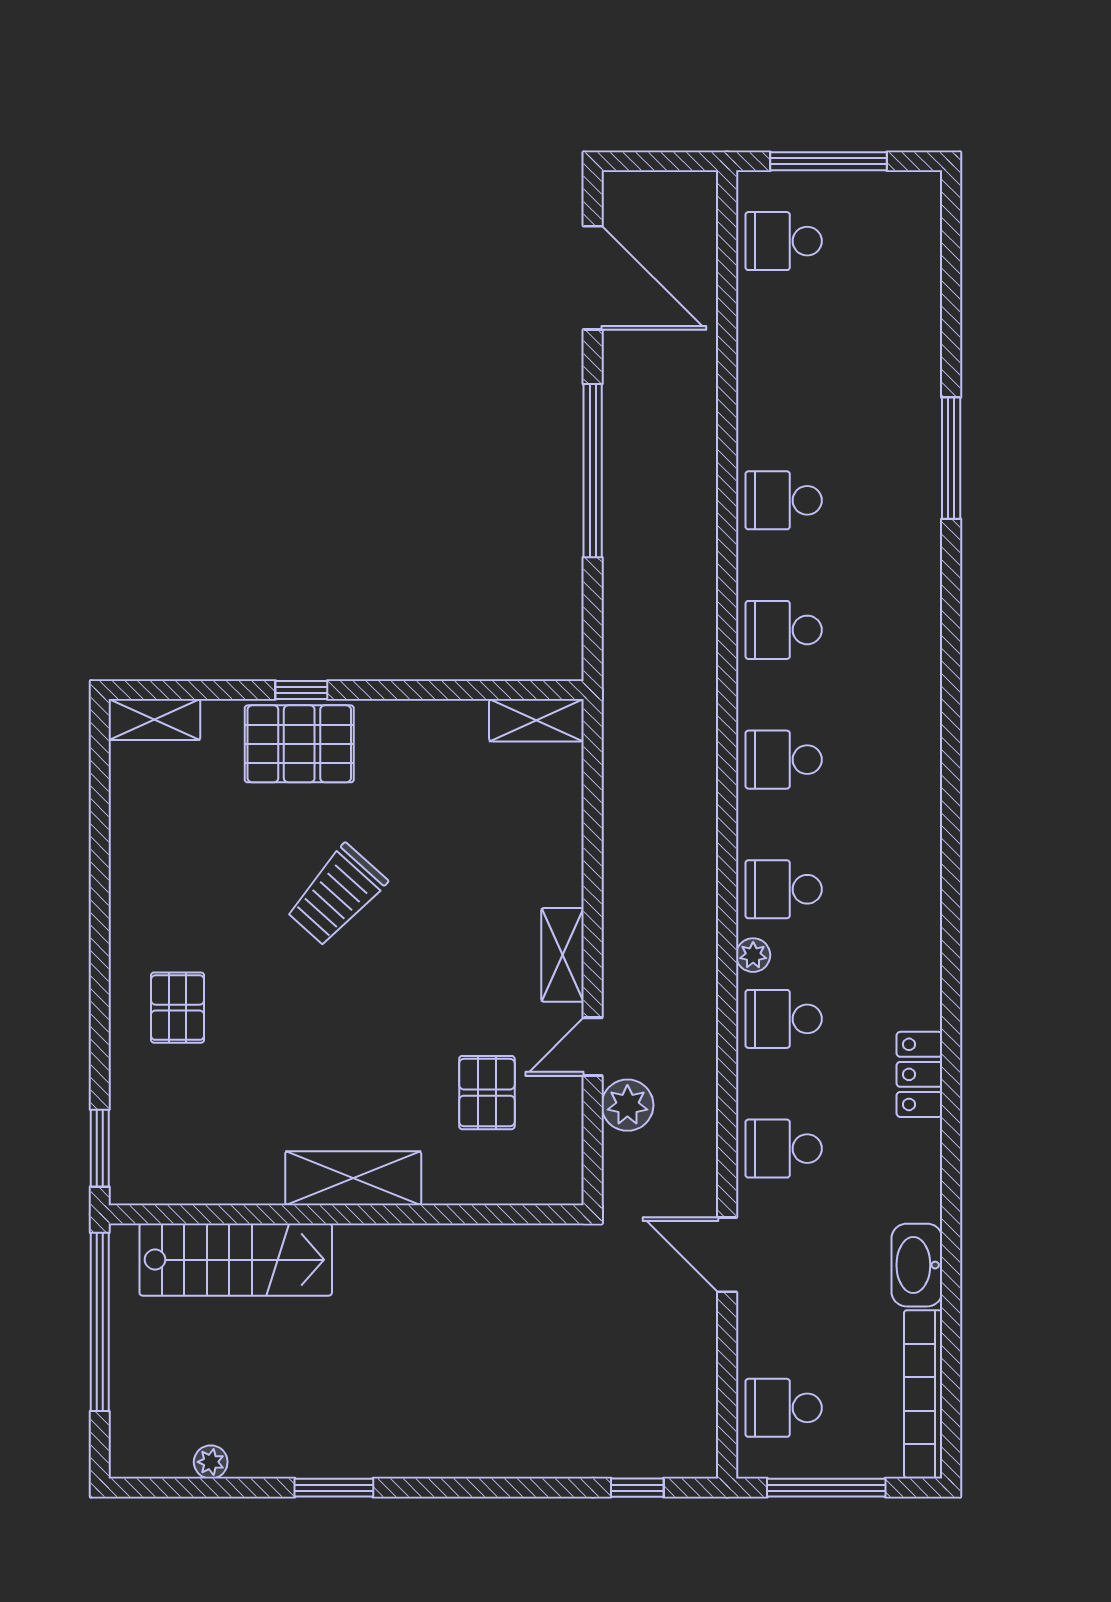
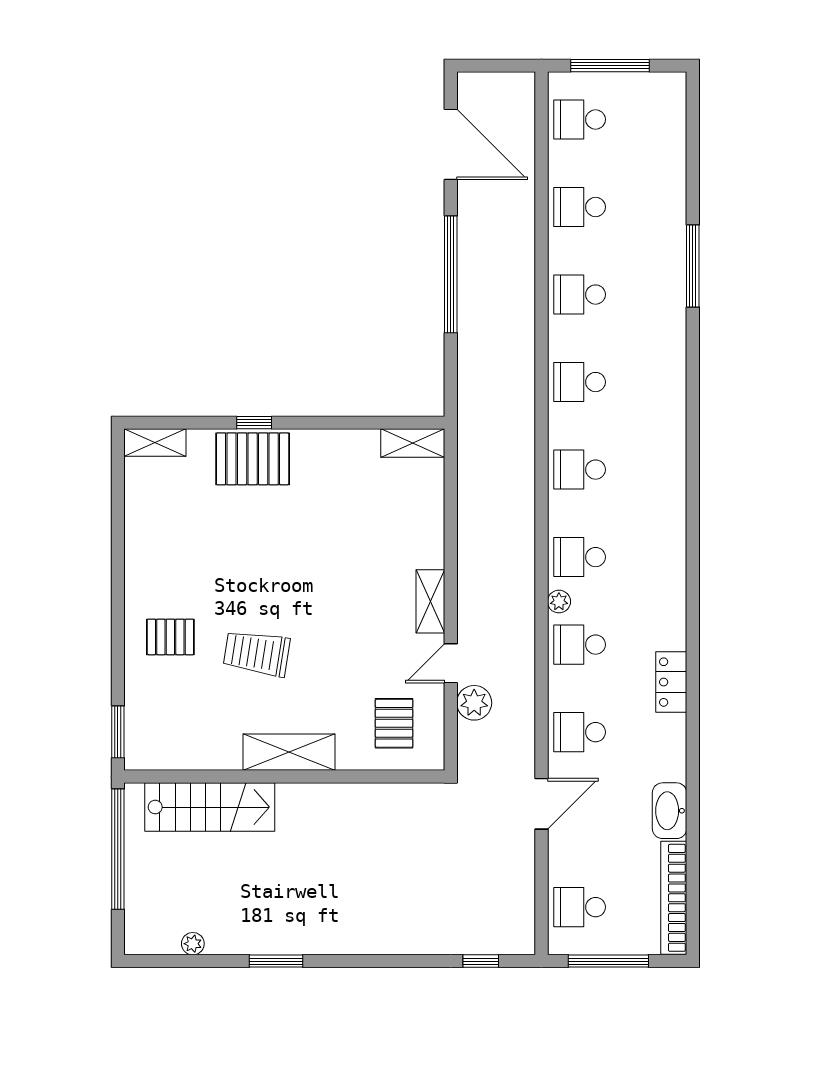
school desk: (784, 371) -> (580, 207), added
trolley: (336, 895) -> (257, 653), moved, turned 57
pallet: (178, 1008) -> (170, 637), turned 90
pallet: (487, 1093) -> (394, 723), moved
door: (727, 1255) -> (541, 804), swing flipped

